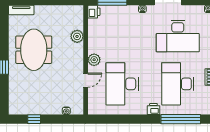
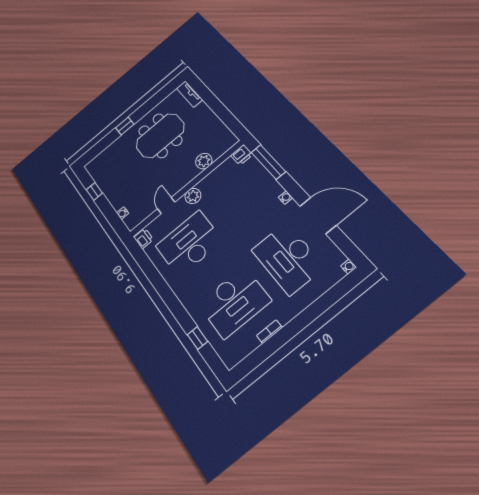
door: (86, 80) -> (166, 205), swing flipped
desk: (178, 84) -> (234, 302), turned 180
printer: (153, 109) -> (144, 238), moved
window: (181, 119) -> (197, 338), width x0.32

